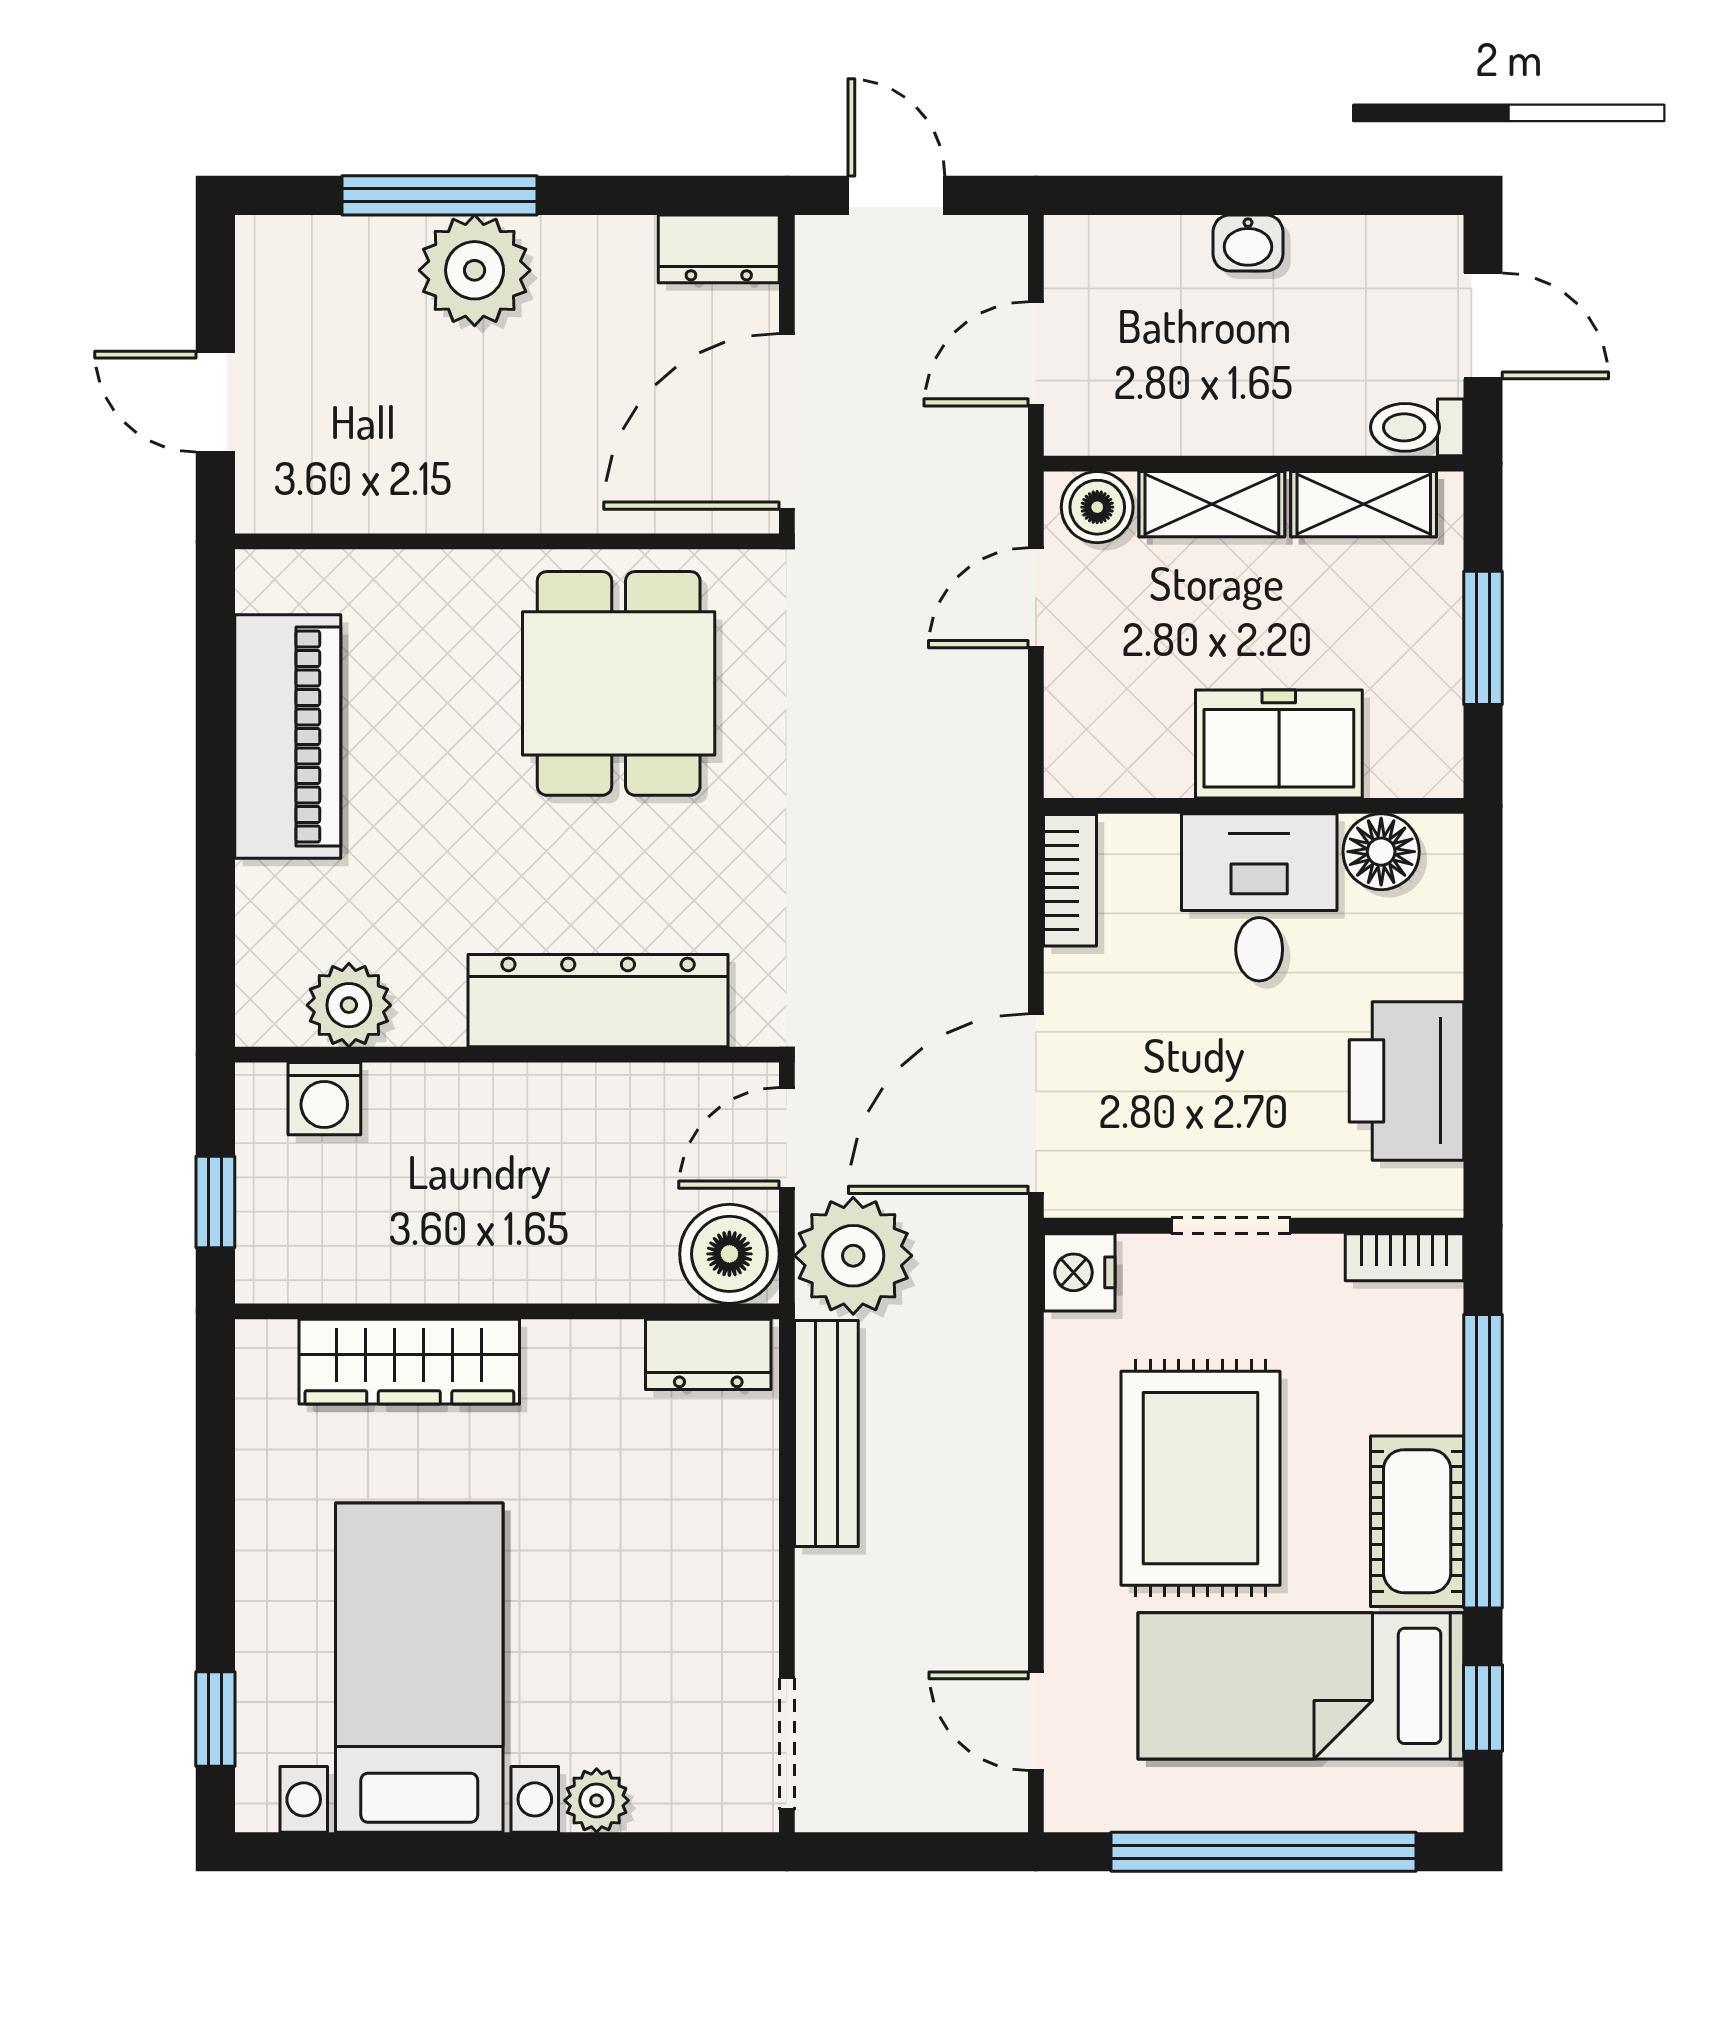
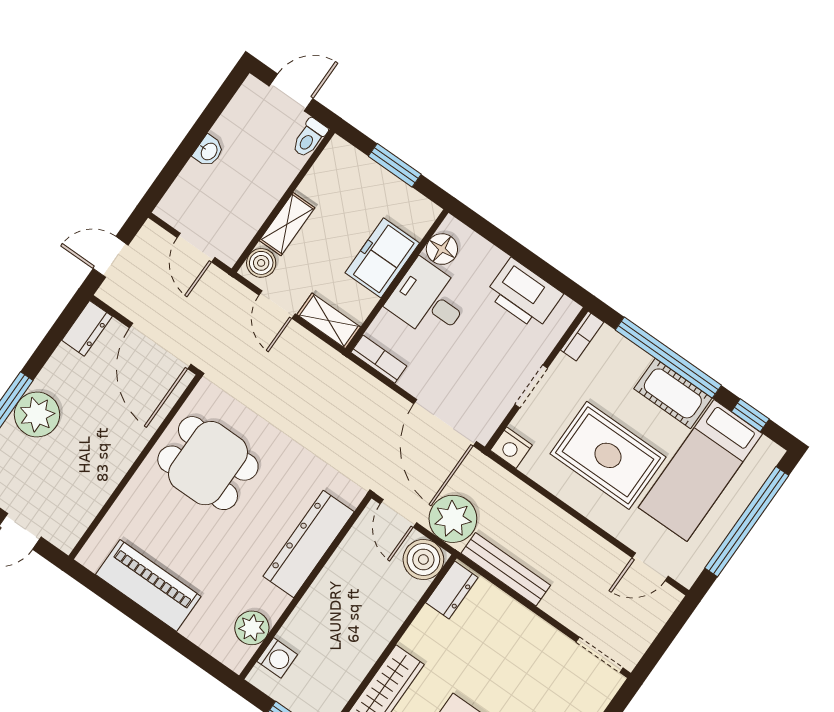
shelving: (1364, 504) -> (329, 321), moved, turned 90

